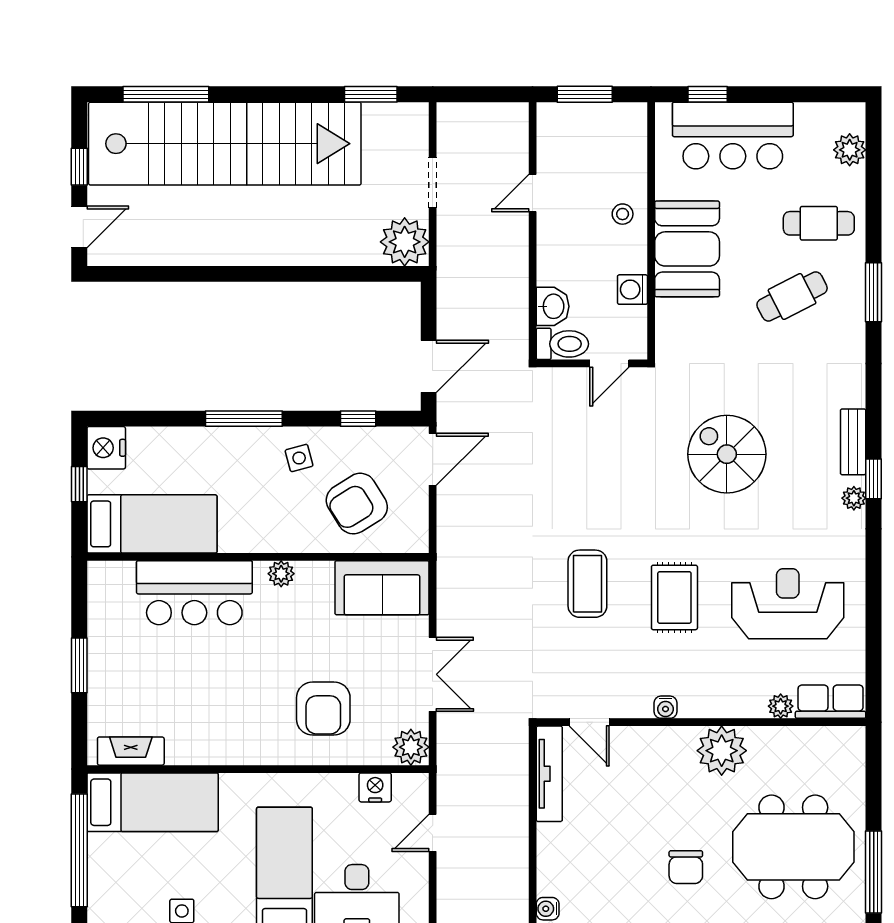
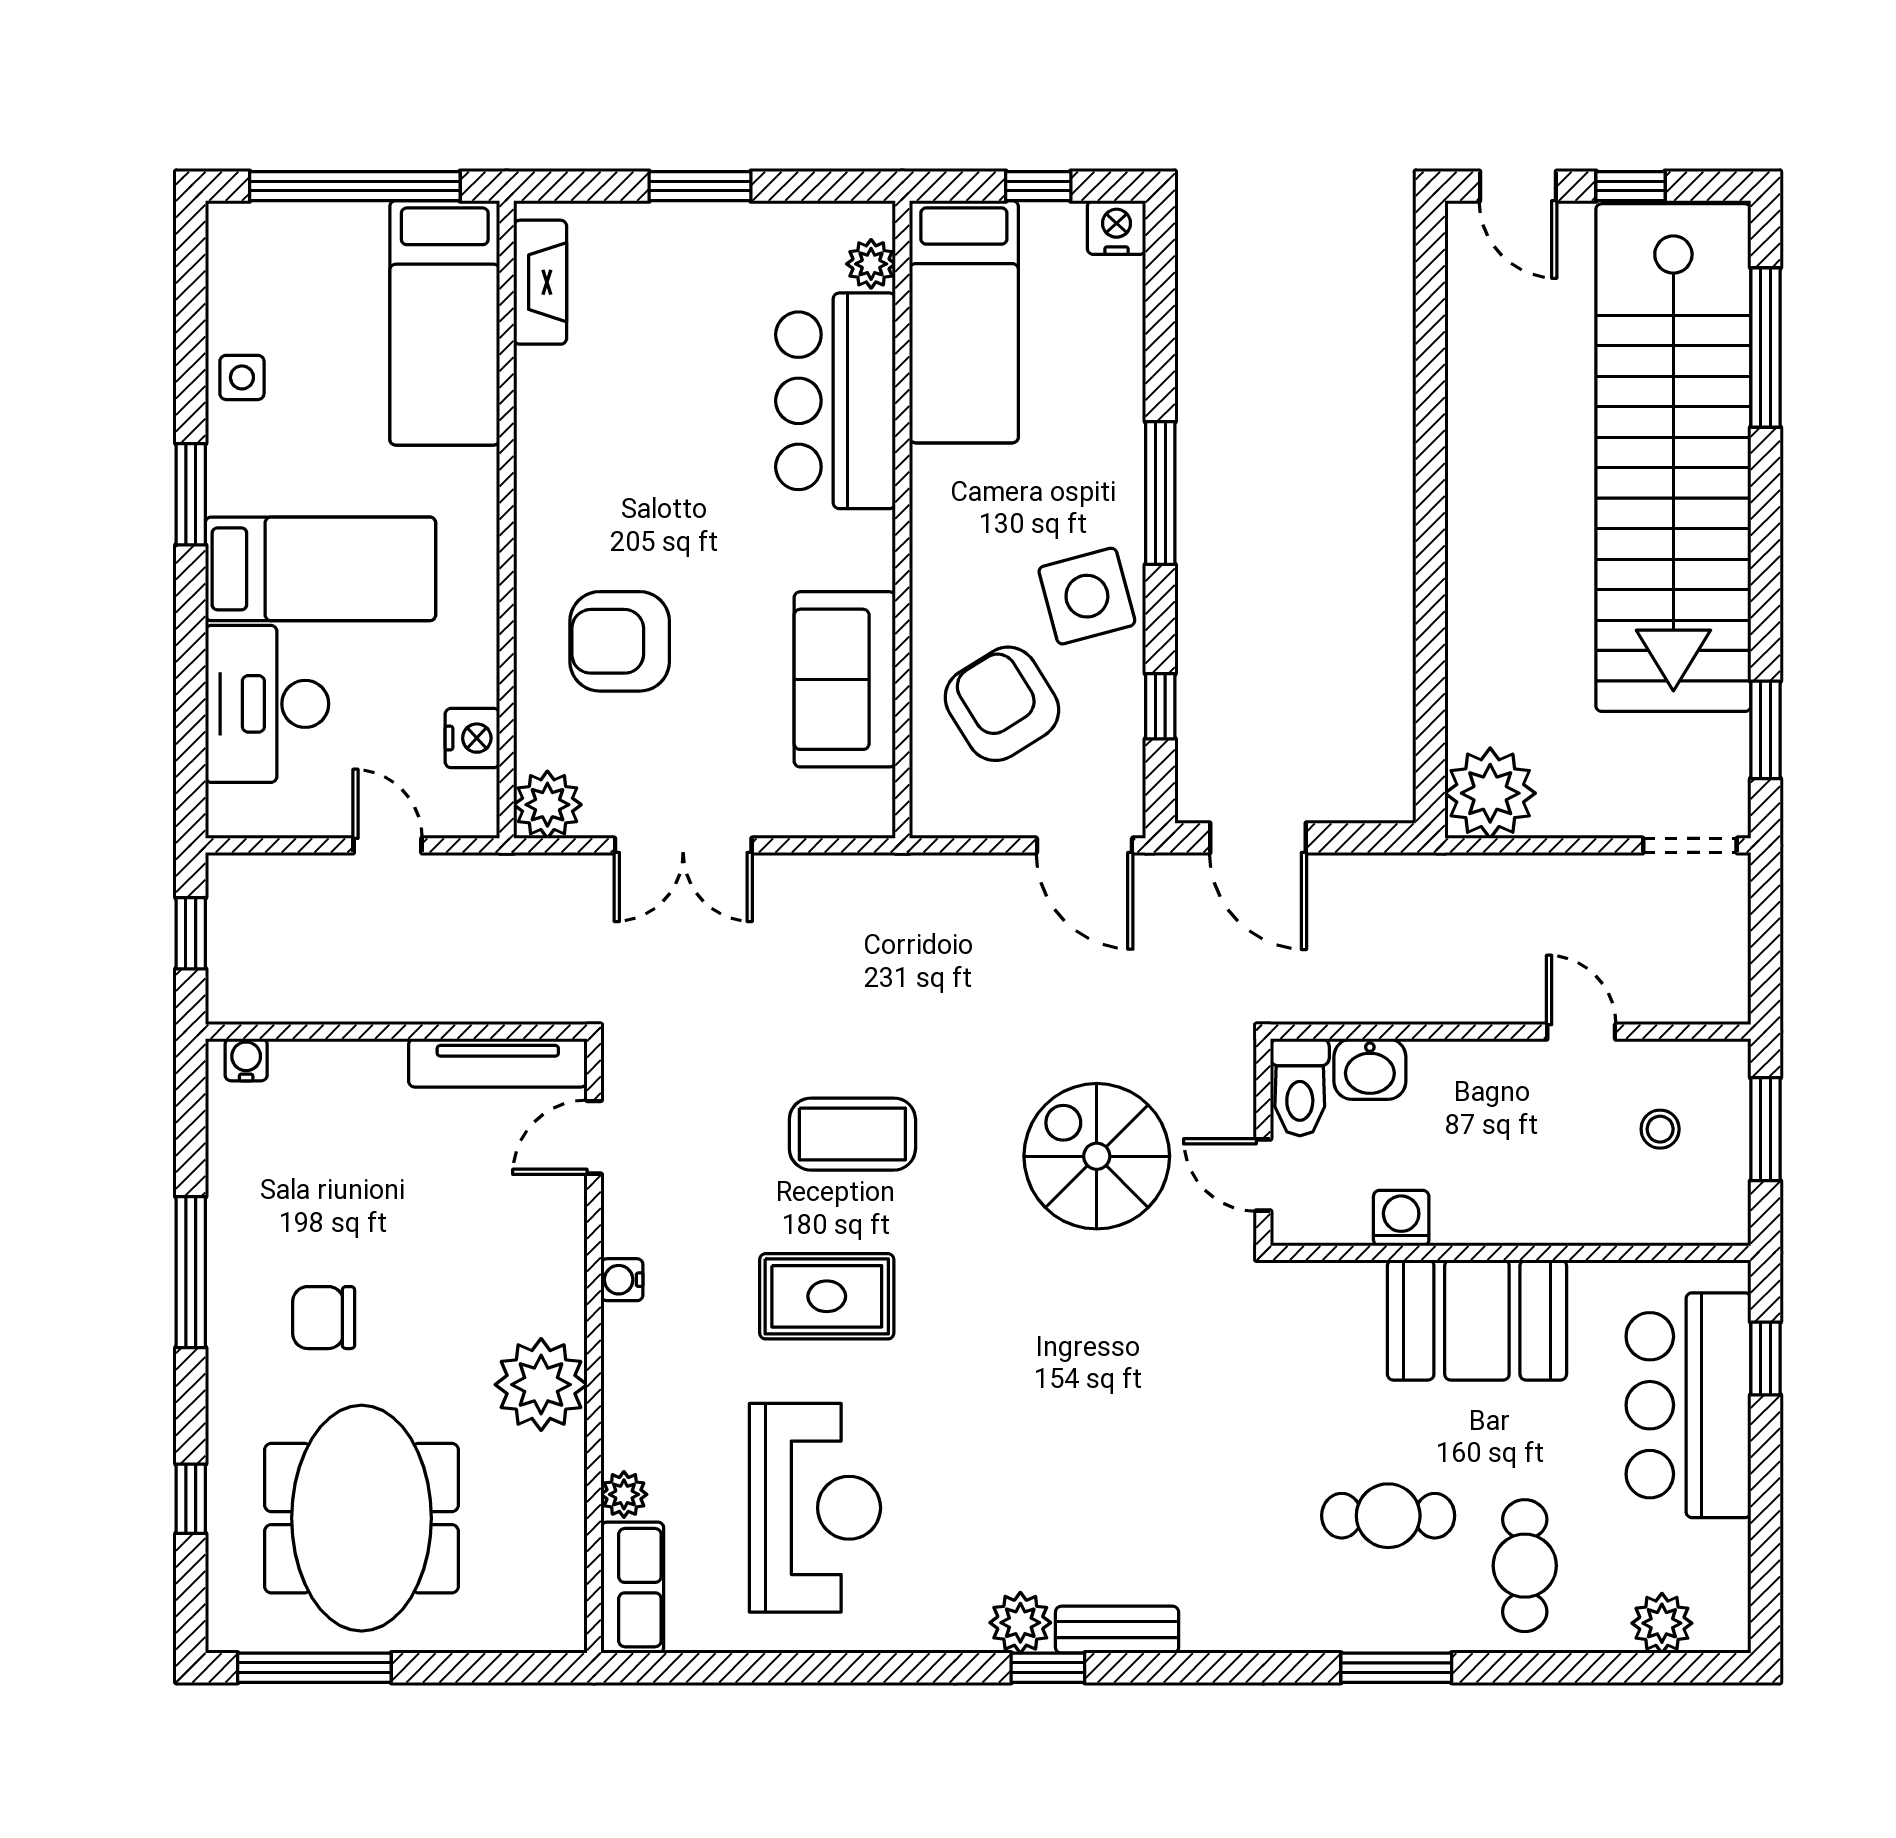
doorway: (433, 183) -> (1690, 845), moved
stool: (623, 214) -> (1660, 1129), moved
cafe table: (792, 296) -> (1388, 1516), turned -63
nightstand: (106, 448) -> (1117, 228), width x0.74, depth x0.75
spiral stairs: (727, 454) -> (1097, 1156), moved, turned -90
side table: (299, 458) -> (1087, 596), width x1.87, depth x1.87
plant: (854, 498) -> (1020, 1623), width x1.38, depth x1.38
plant: (281, 574) -> (871, 264), moved
sofa: (382, 588) -> (845, 679), moved

